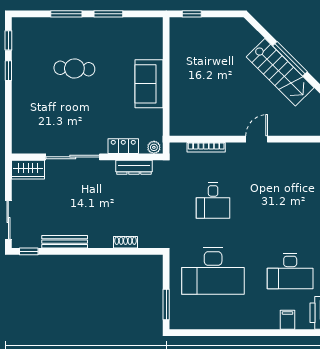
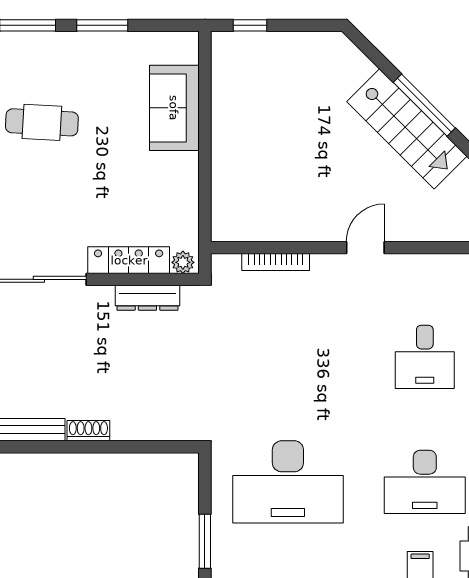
sofa: (149, 84) -> (174, 108), moved
locker: (123, 146) -> (129, 260), width x1.53
desk: (213, 201) -> (425, 357), moved
shoe rack: (126, 242) -> (88, 431), moved

